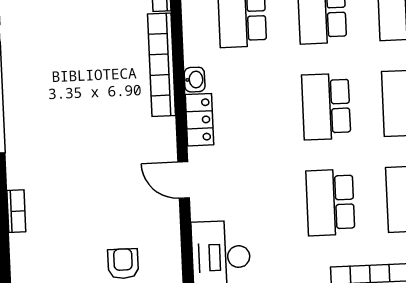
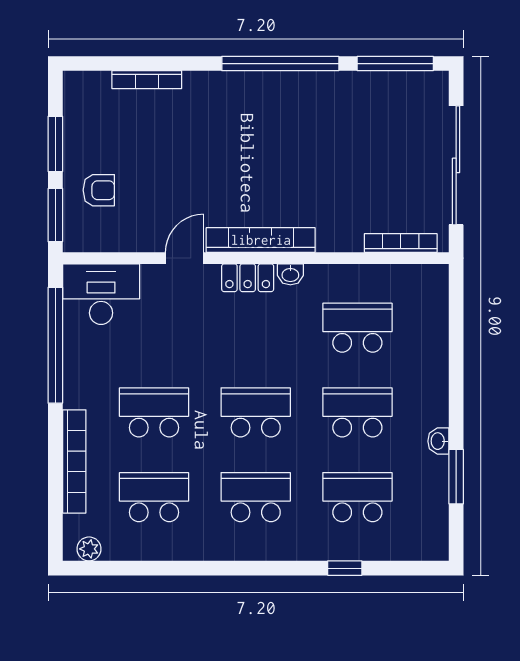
bookcase: (161, 65) -> (261, 240), moved
bookcase: (16, 211) -> (147, 80), width x1.56

